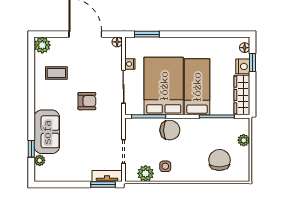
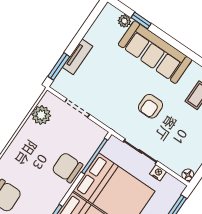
chair: (170, 130) -> (67, 168), turned 90
sofa: (47, 132) -> (155, 52), width x1.36
side table: (165, 166) -> (35, 139), removed
tv unit: (107, 176) -> (78, 57), moved

